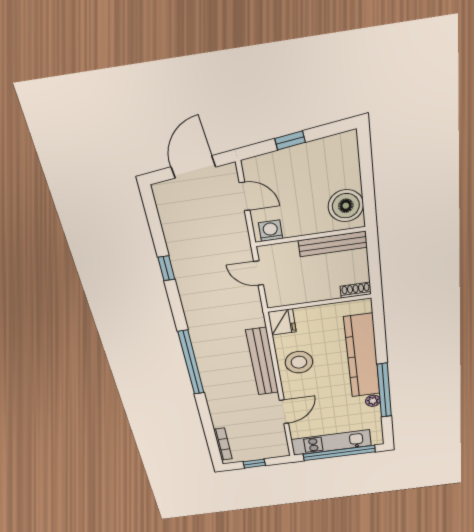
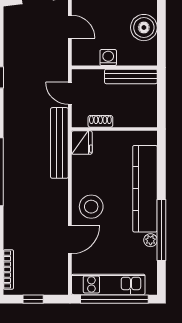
boiler: (346, 206) -> (144, 28), moved
washing machine: (270, 231) -> (108, 58), moved
shoe rack: (356, 290) -> (100, 121), moved
bench: (262, 362) -> (59, 143), moved
stool: (299, 362) -> (91, 207), moved

